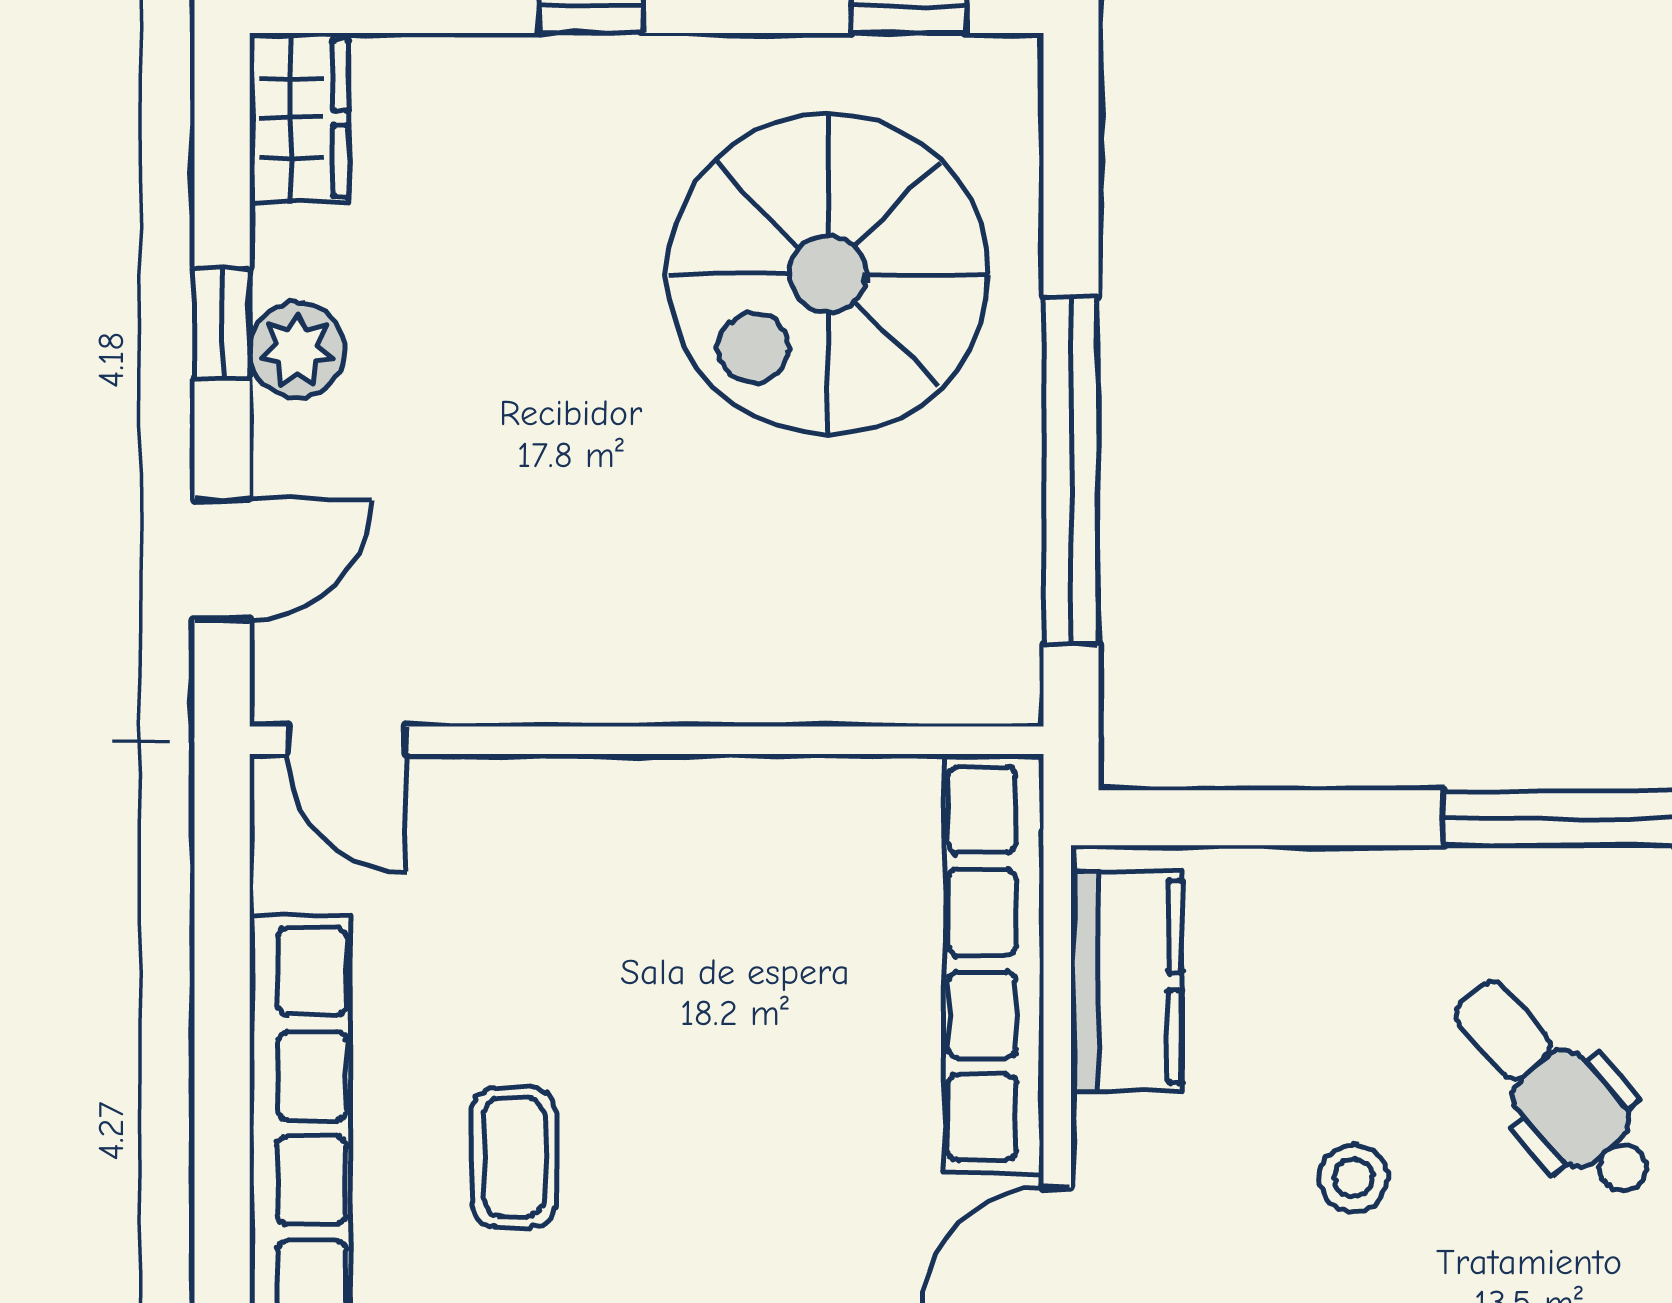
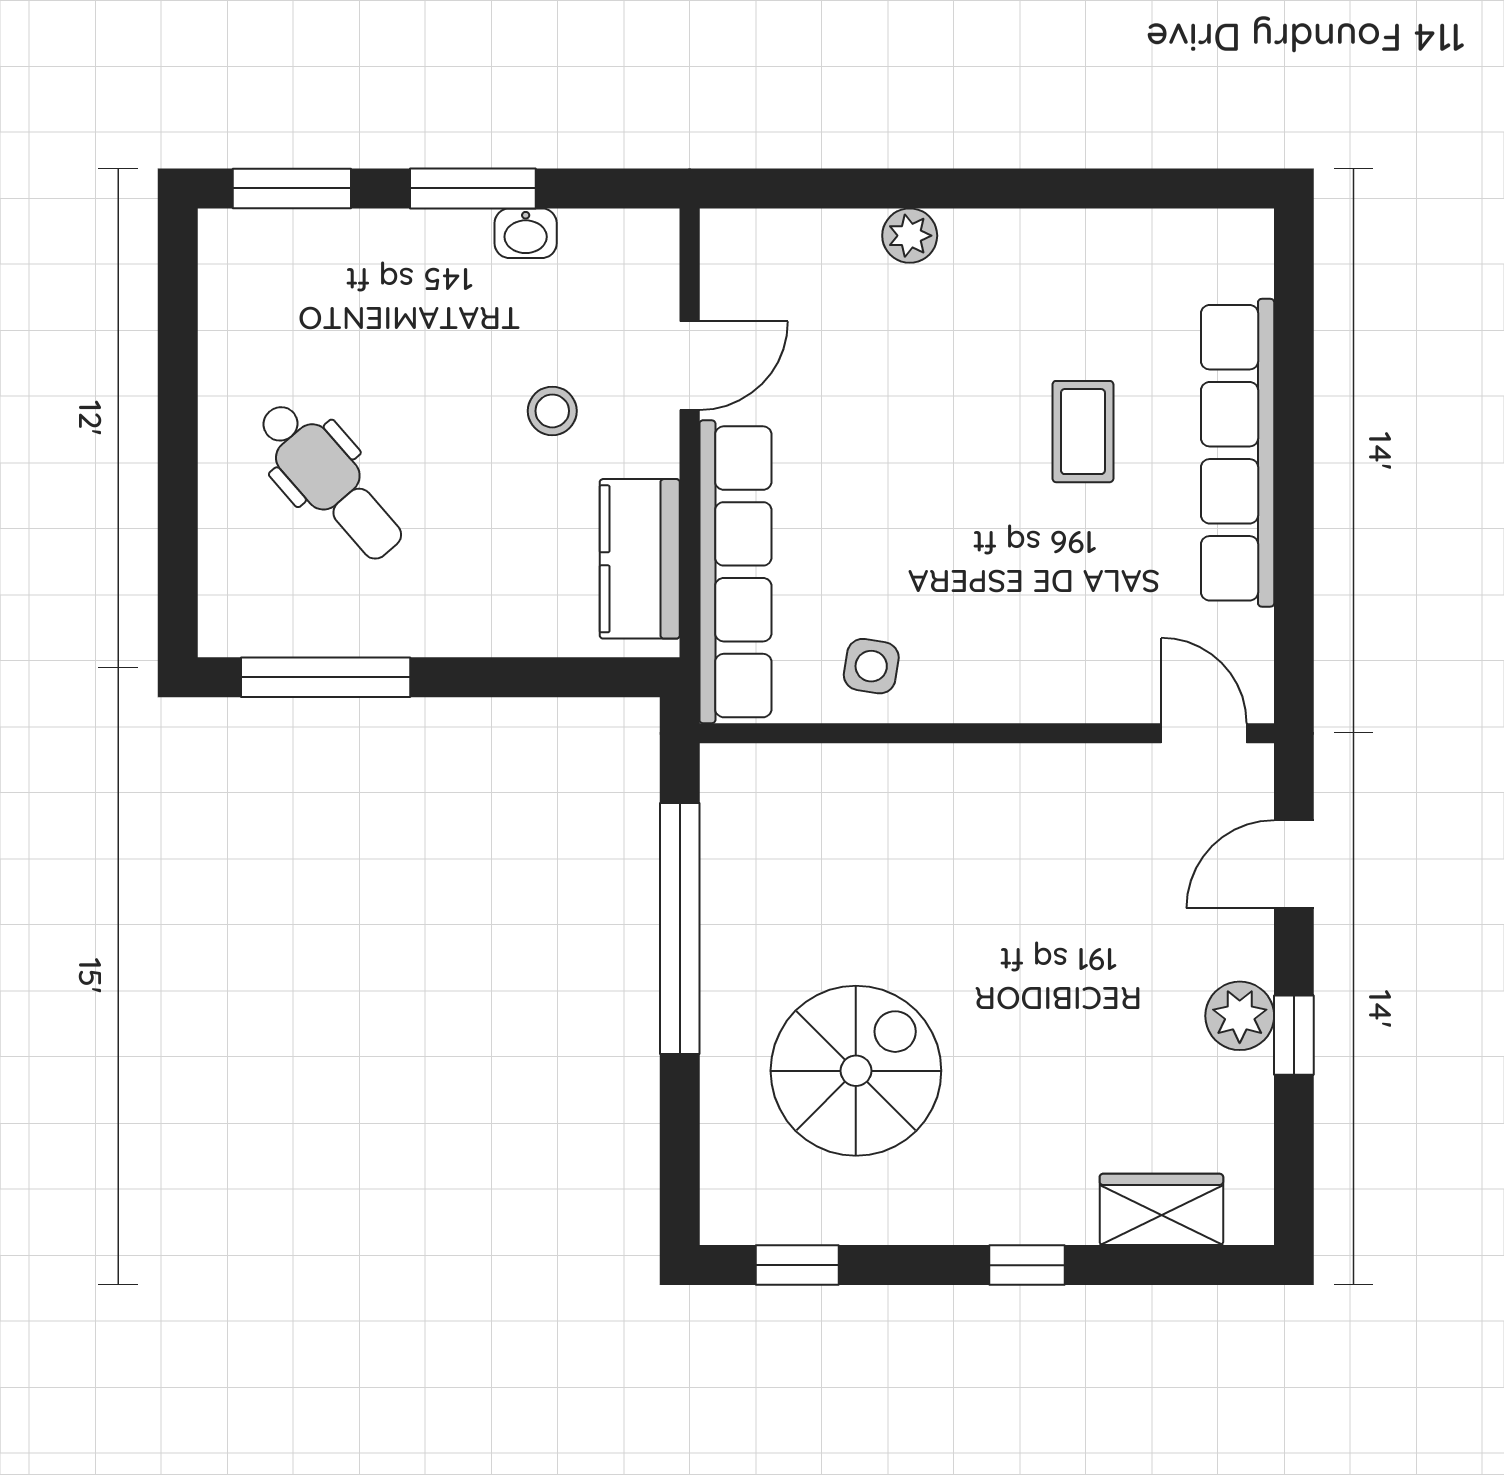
wardrobe: (299, 118) -> (1161, 1209), moved, turned 90
spiral stairs: (827, 274) -> (856, 1071), width x0.73, depth x0.73
side table: (806, 833) -> (871, 666), added
stool: (1354, 1178) -> (552, 411), moved

